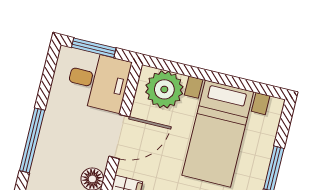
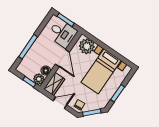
door: (119, 137) -> (62, 58), hinge flipped

